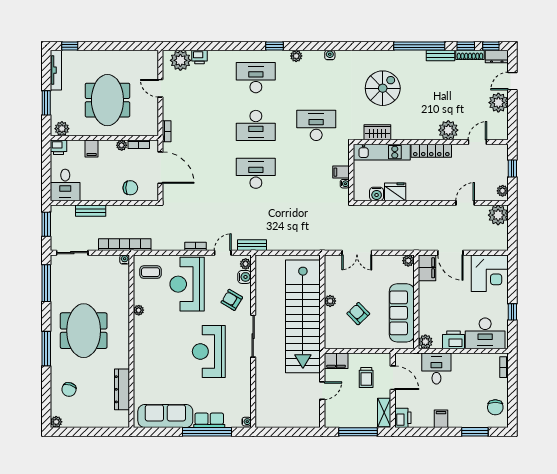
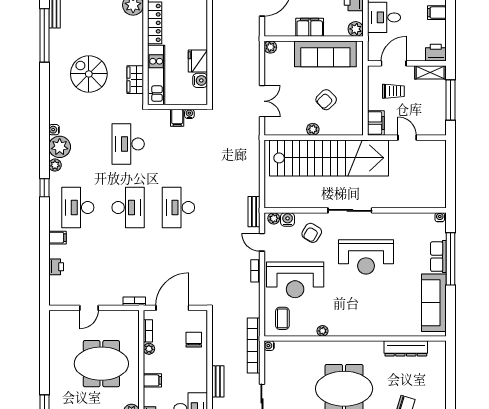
filing cabinet: (227, 58) -> (57, 238), added
plant: (180, 60) -> (60, 147), moved
filing cabinet: (427, 268) -> (310, 27), moved

